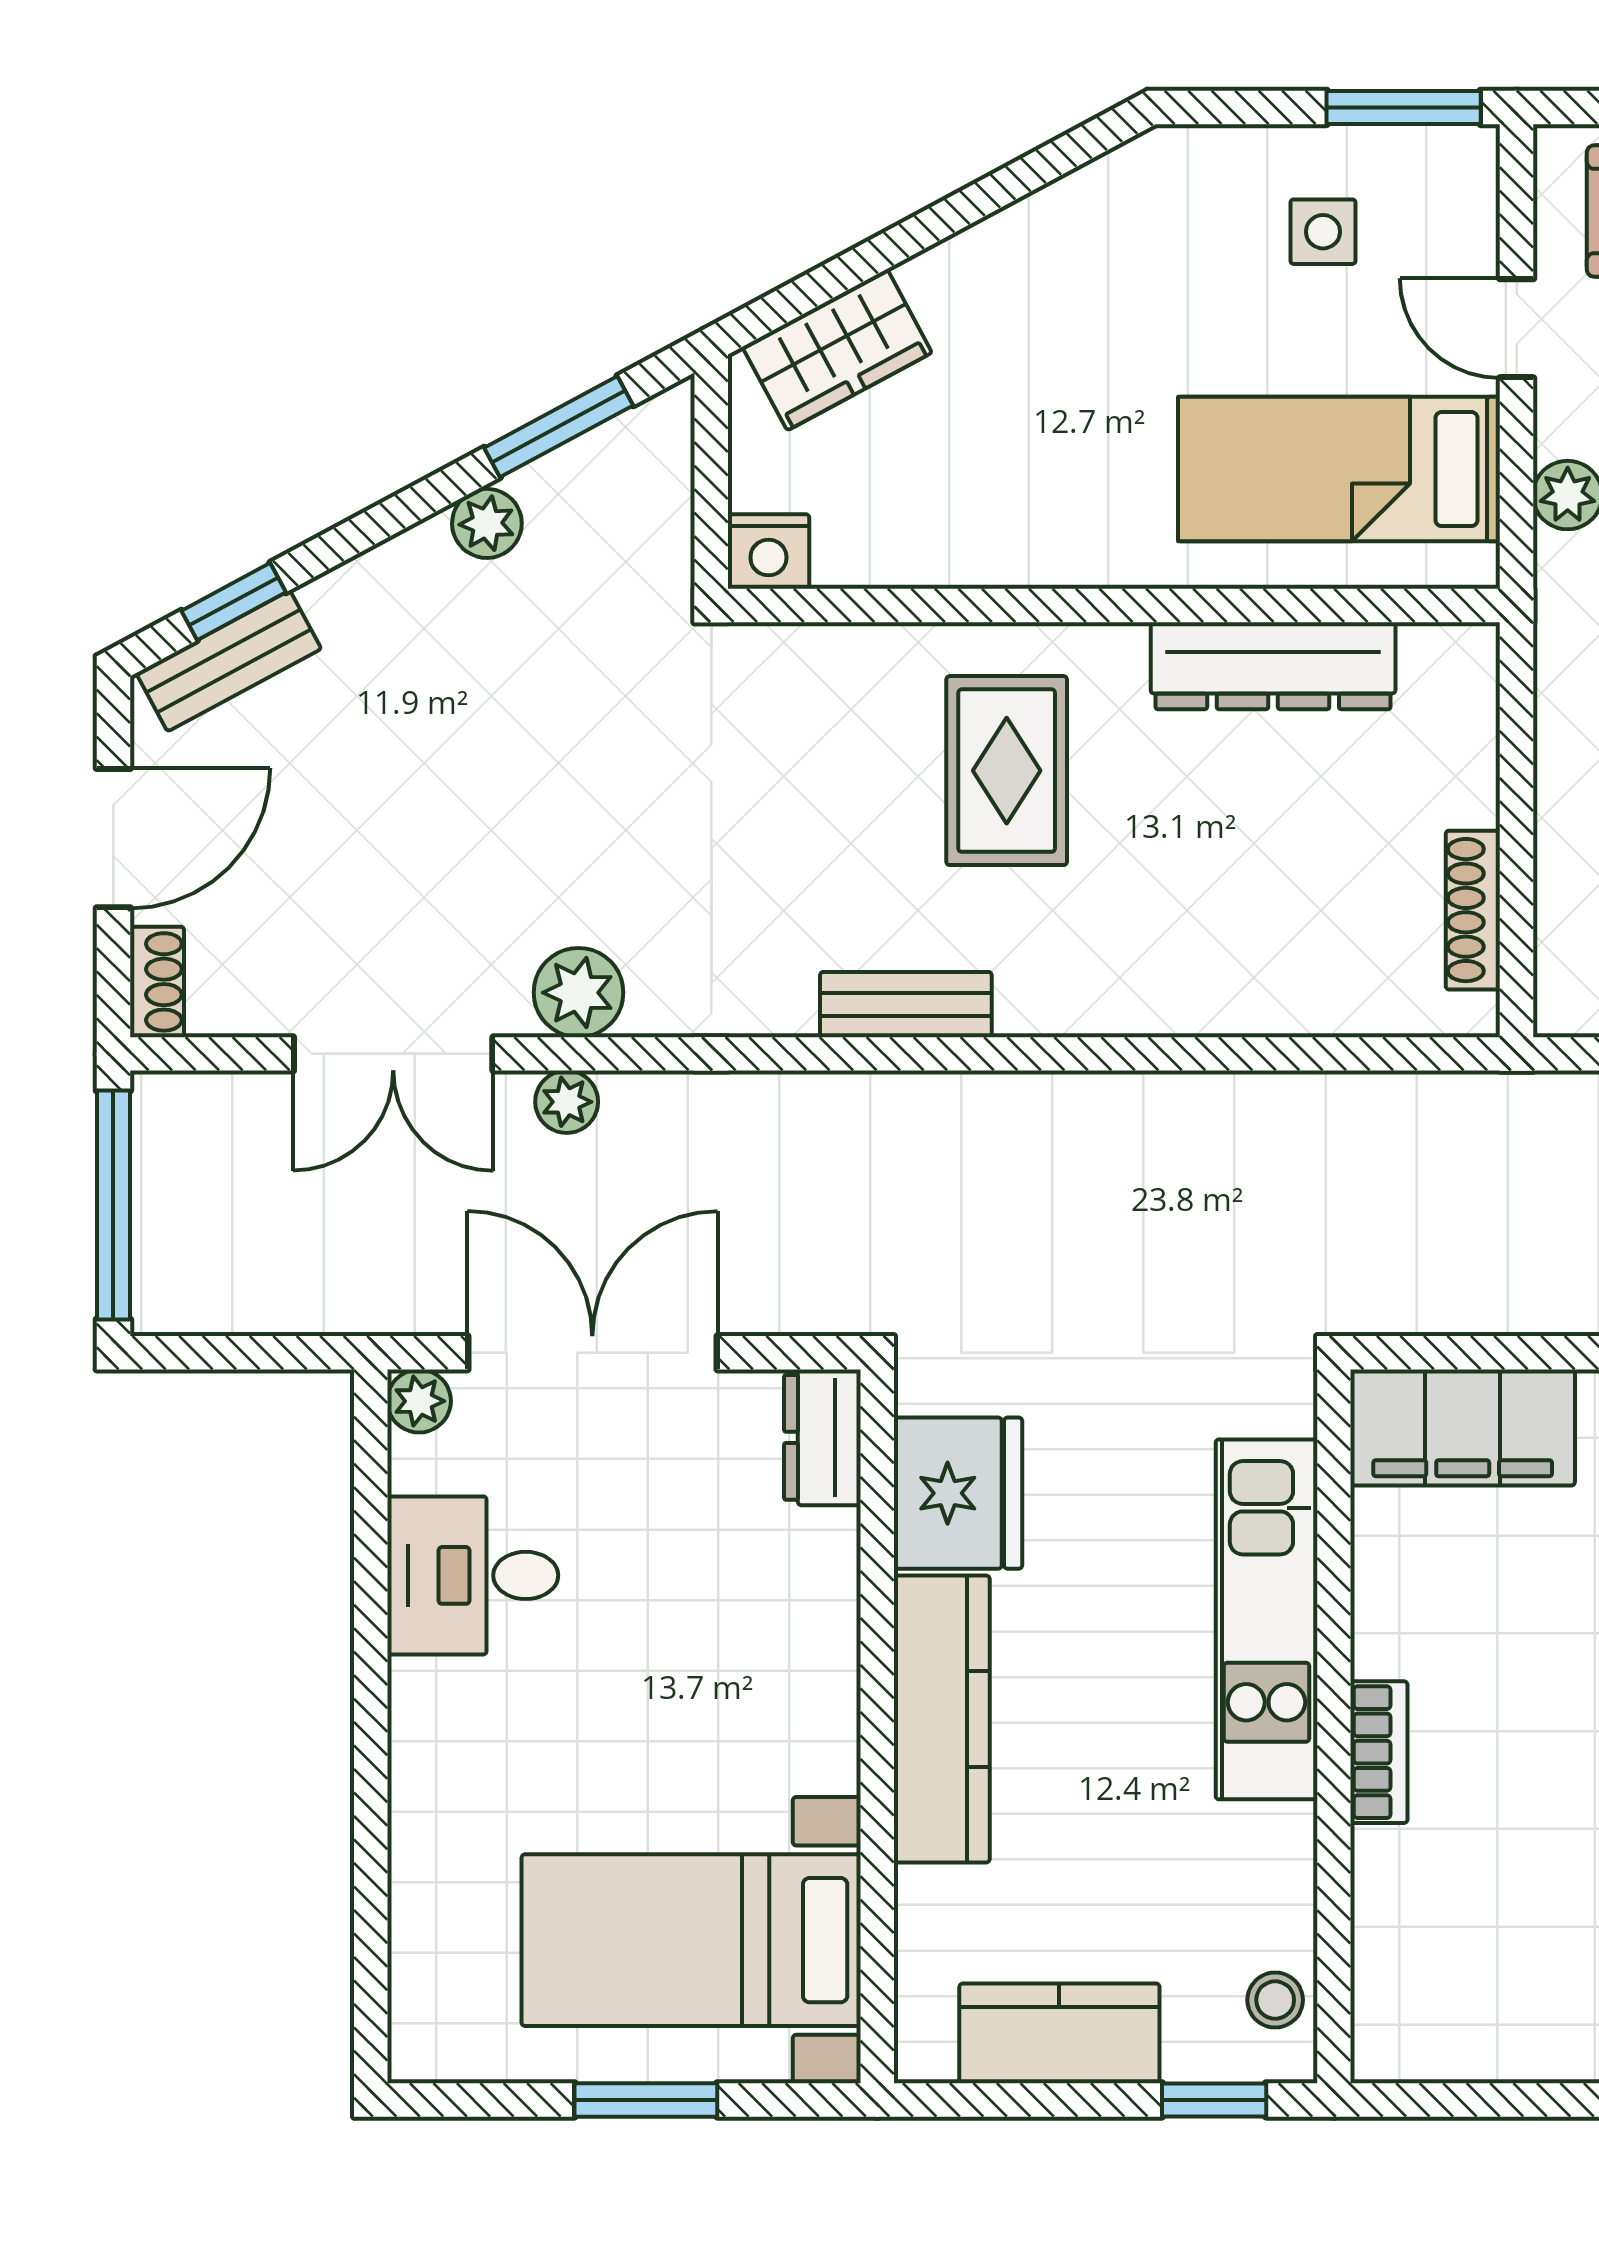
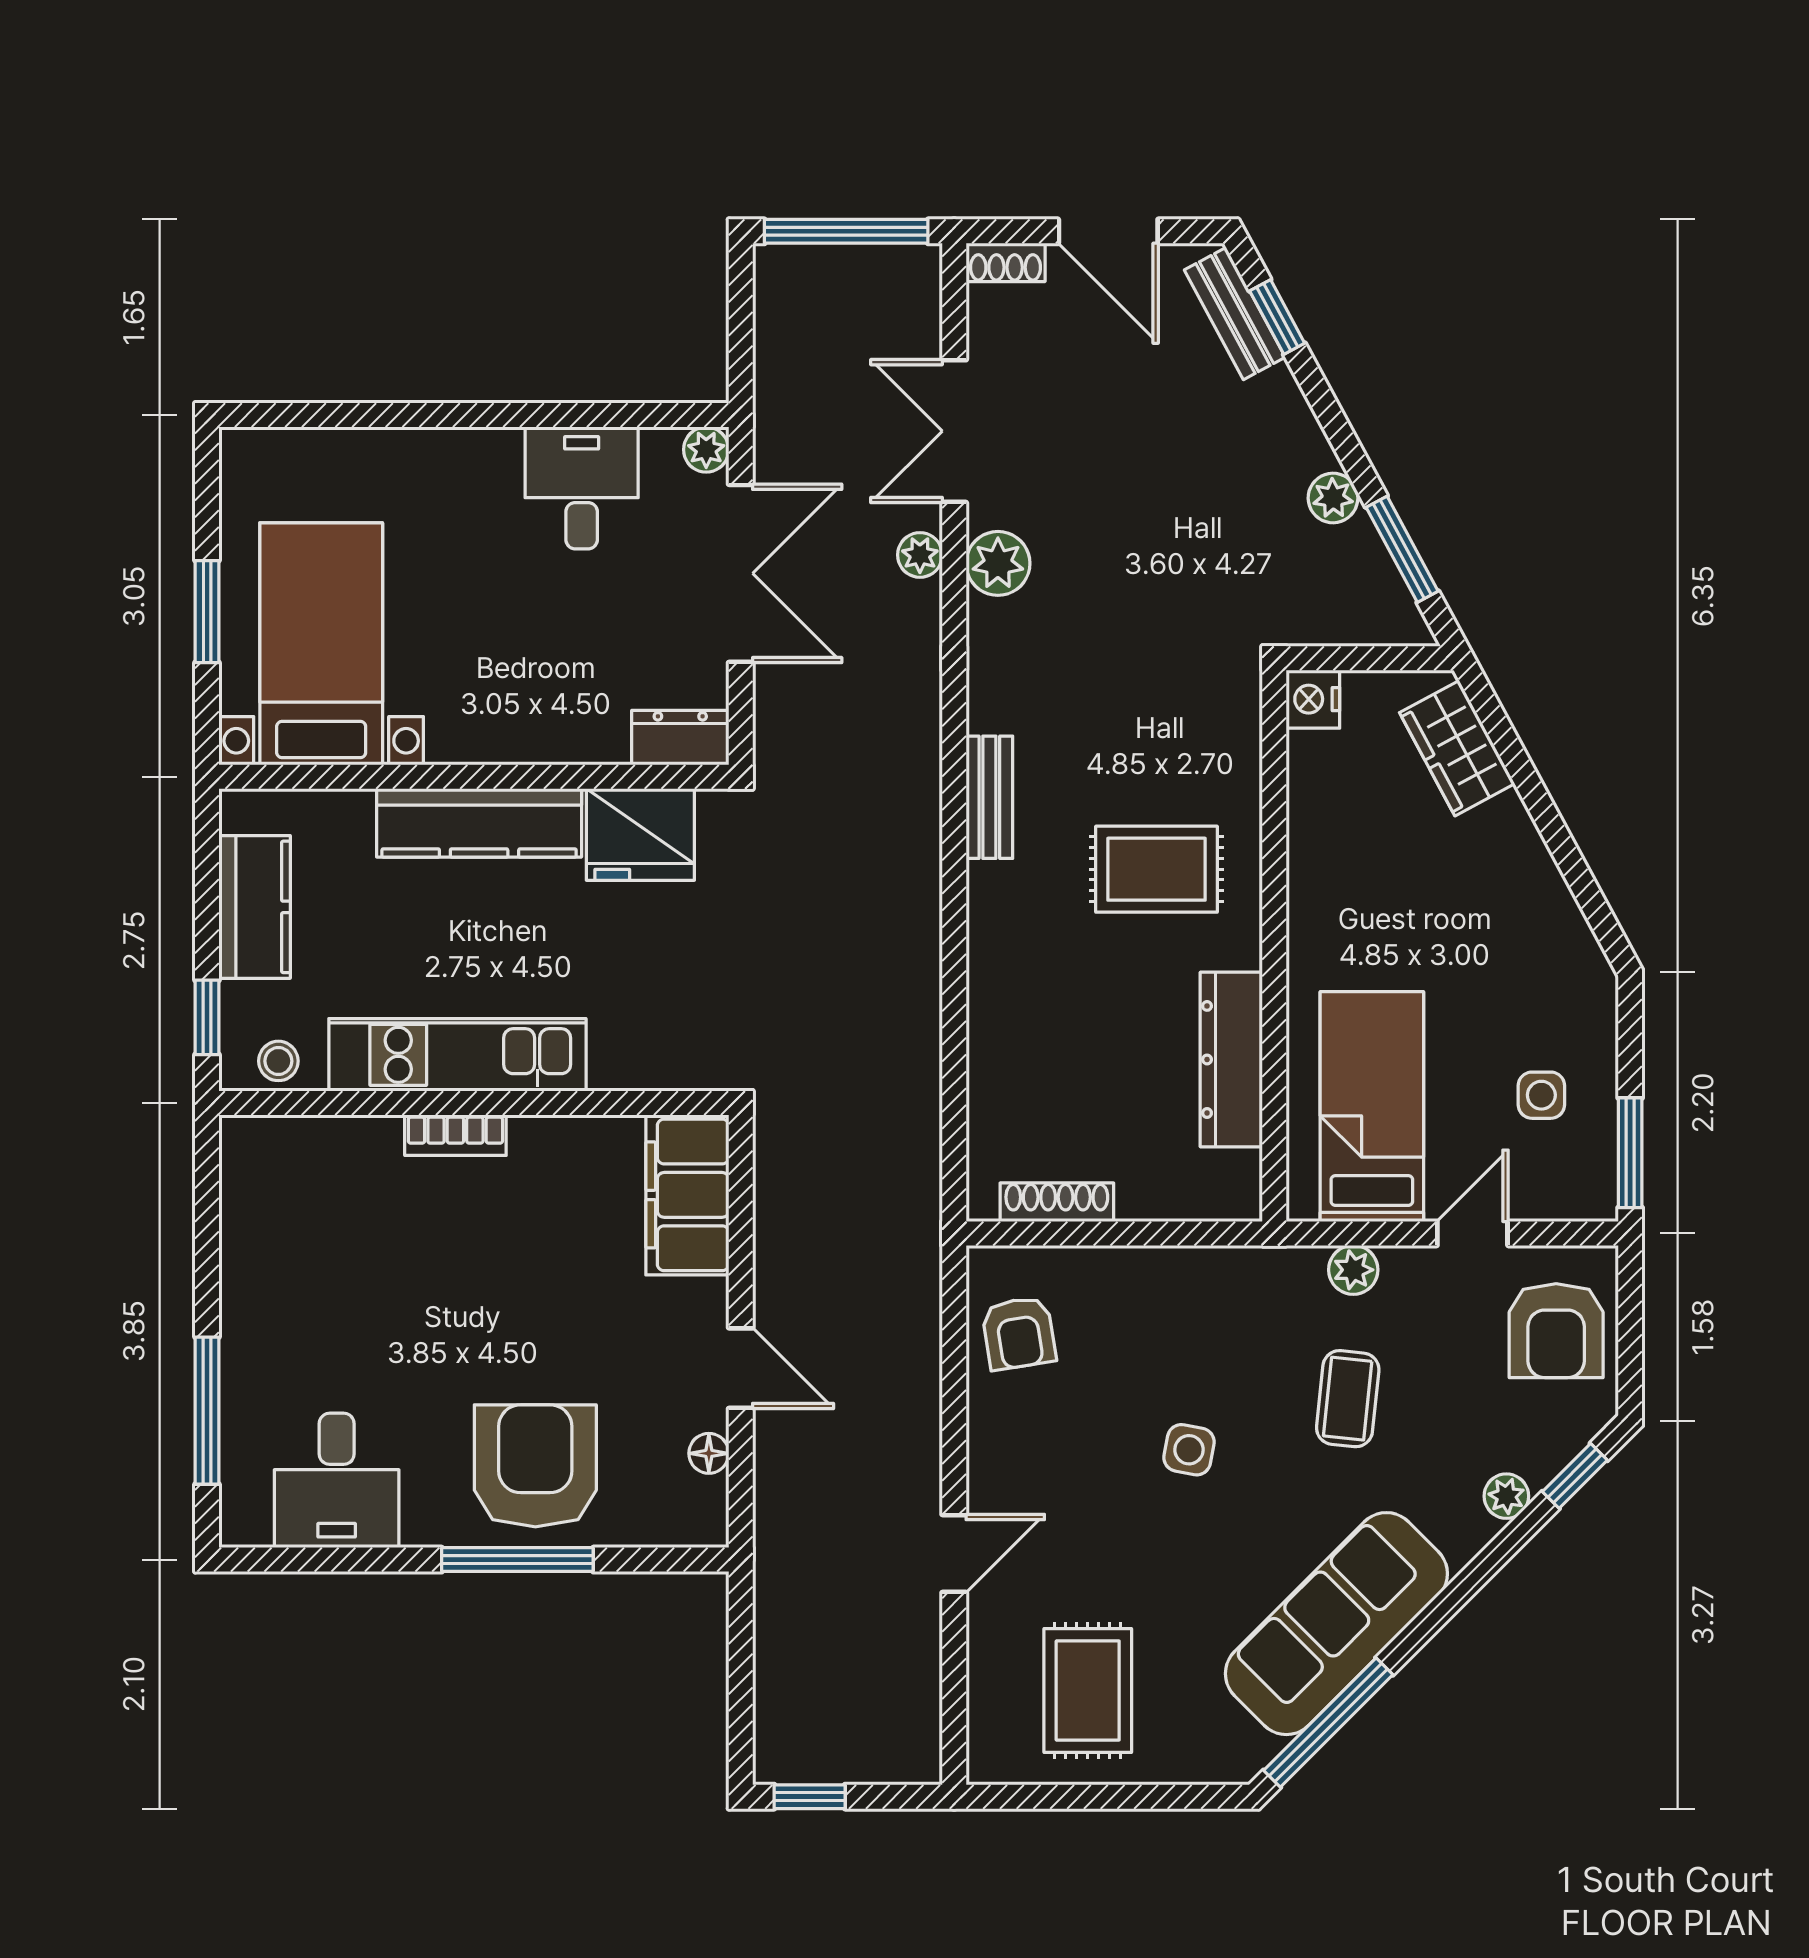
kitchen unit: (1267, 1619) -> (457, 1055), moved

